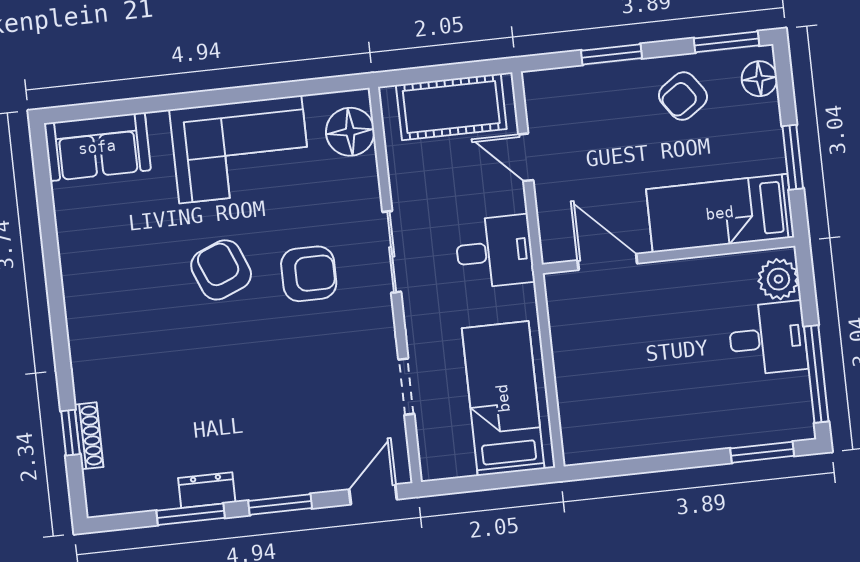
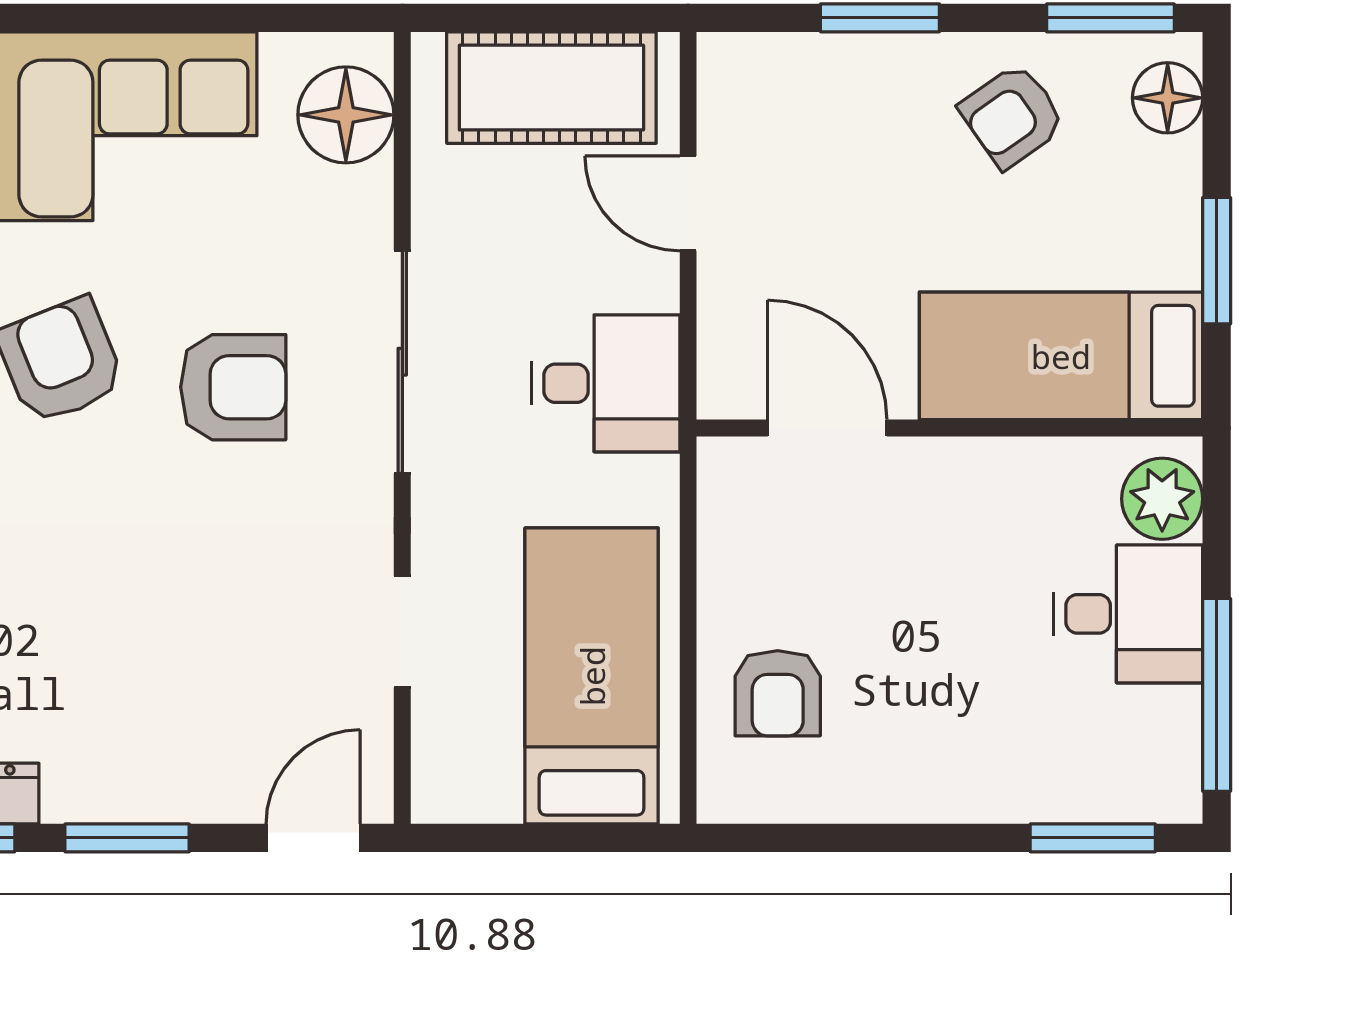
sliding door: (392, 252) -> (402, 362), width x1.37
armchair: (597, 397) -> (778, 693), added

